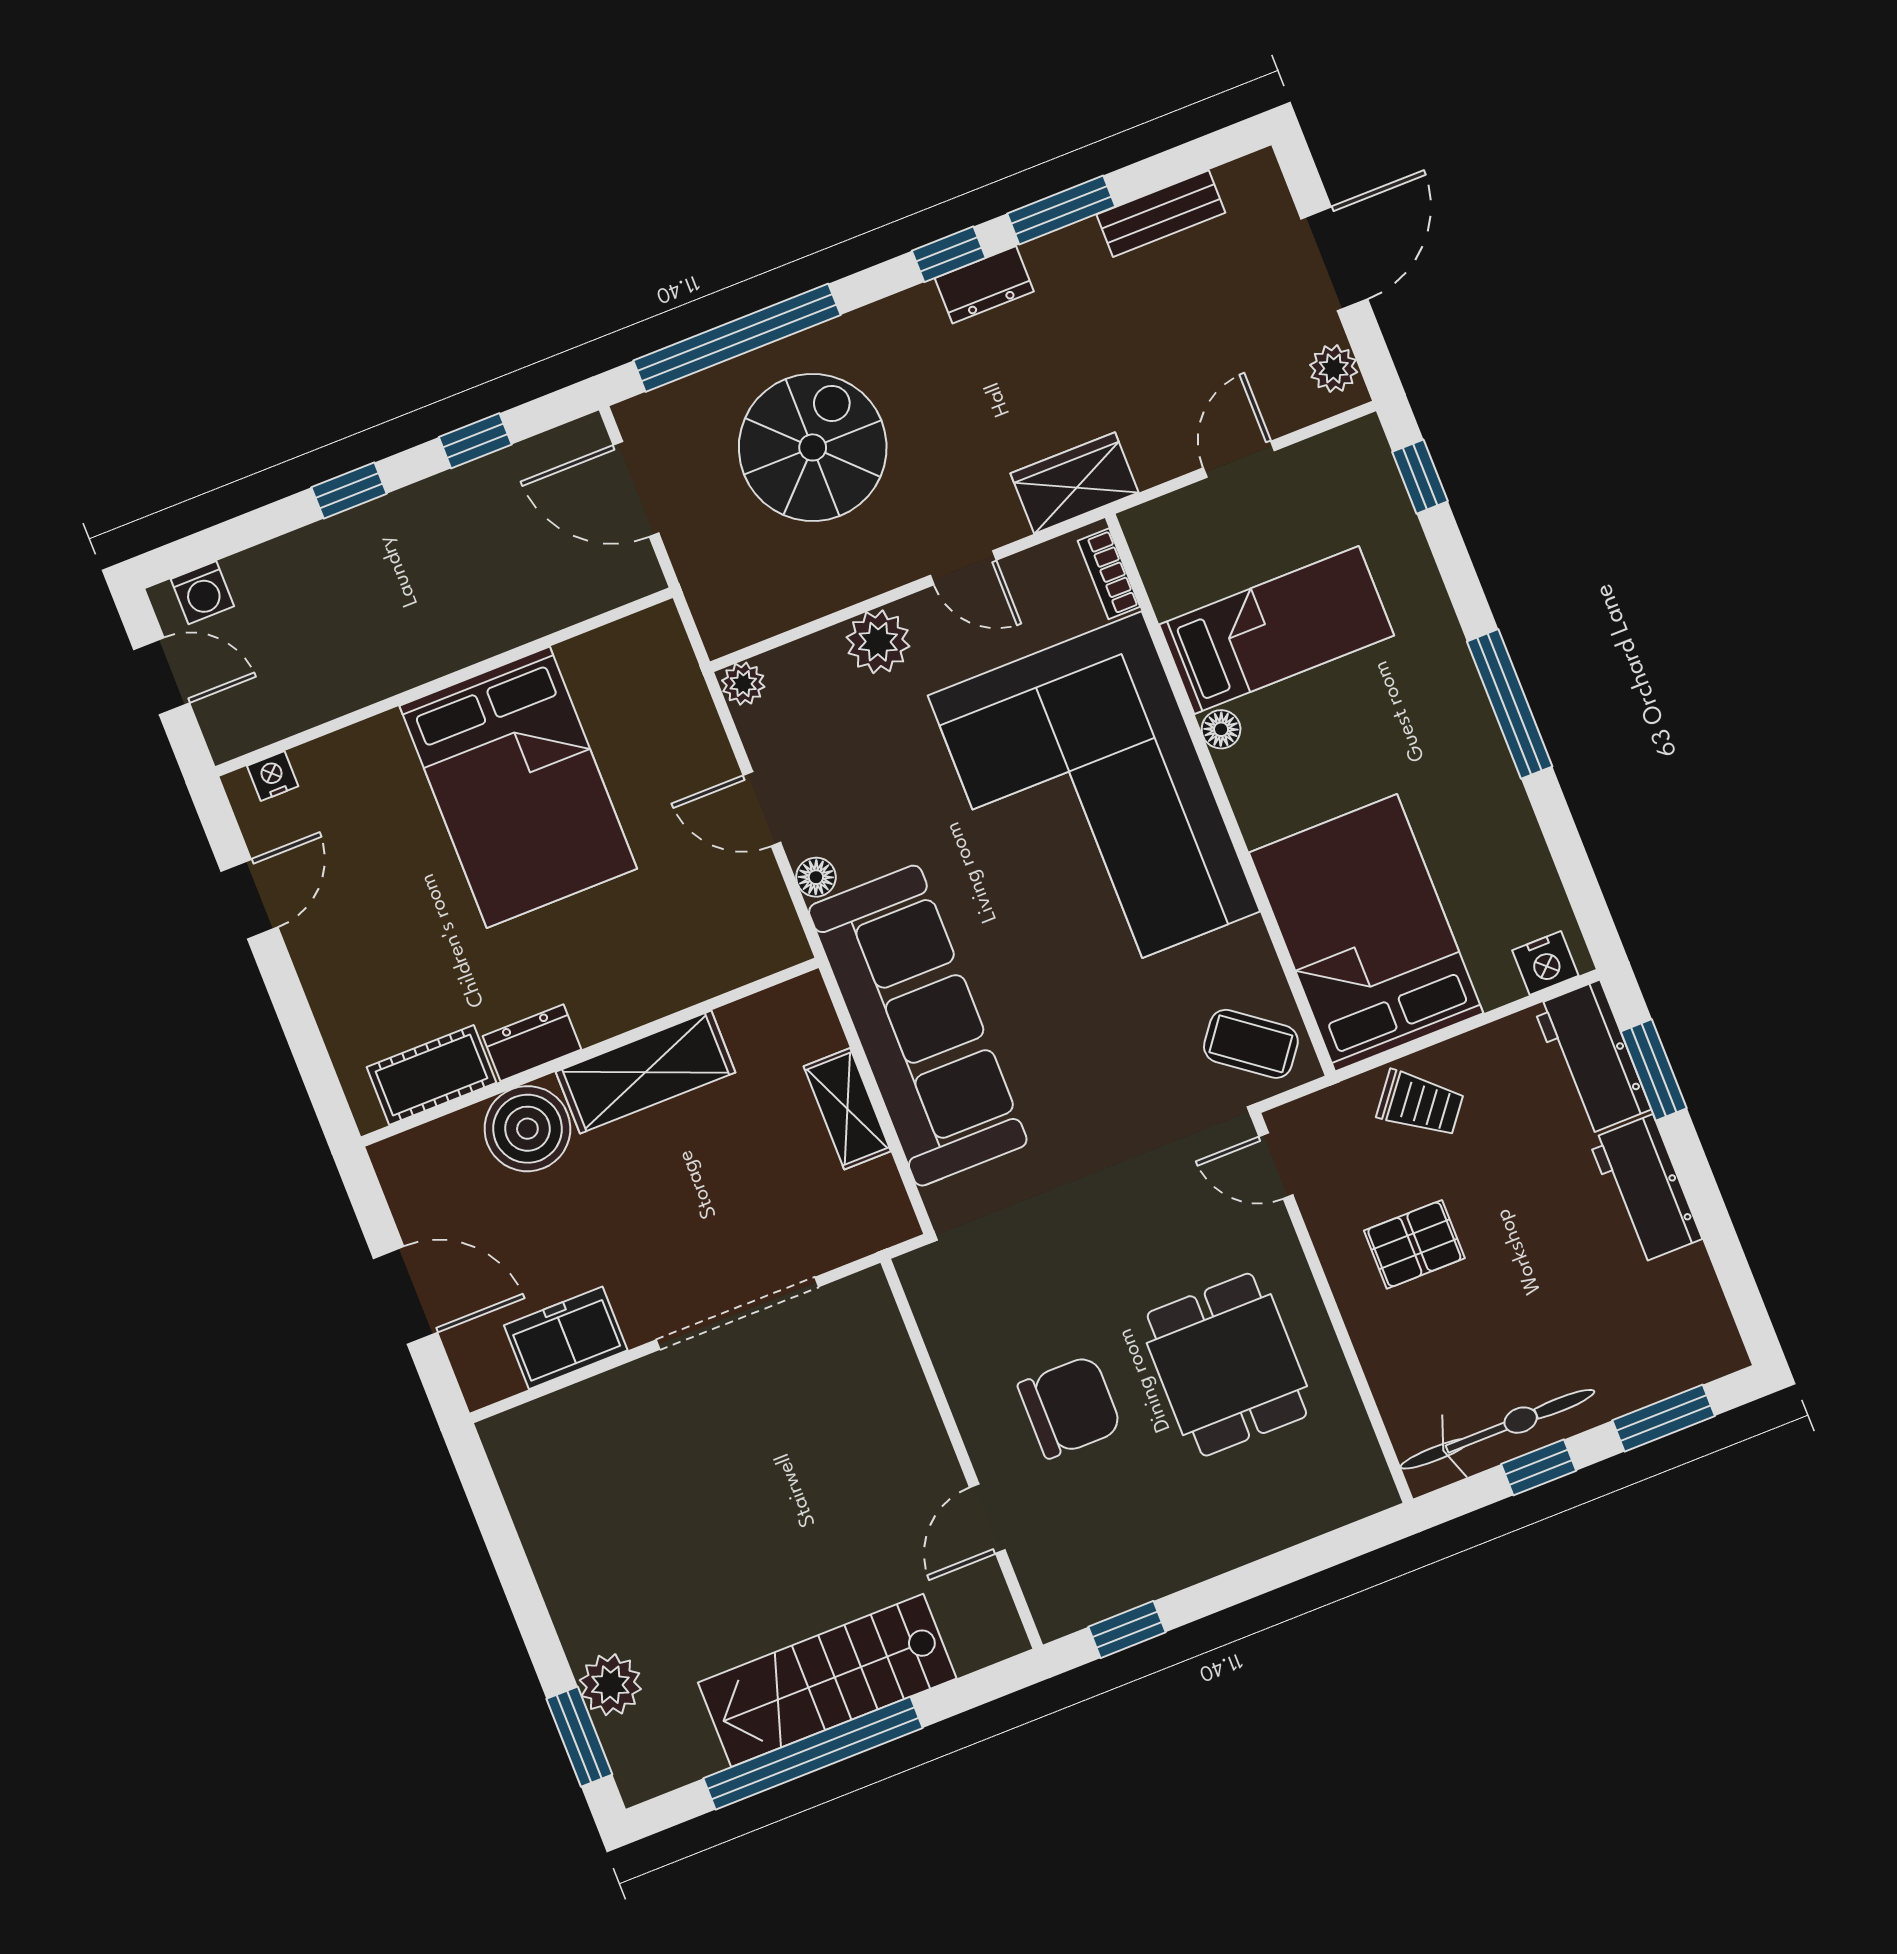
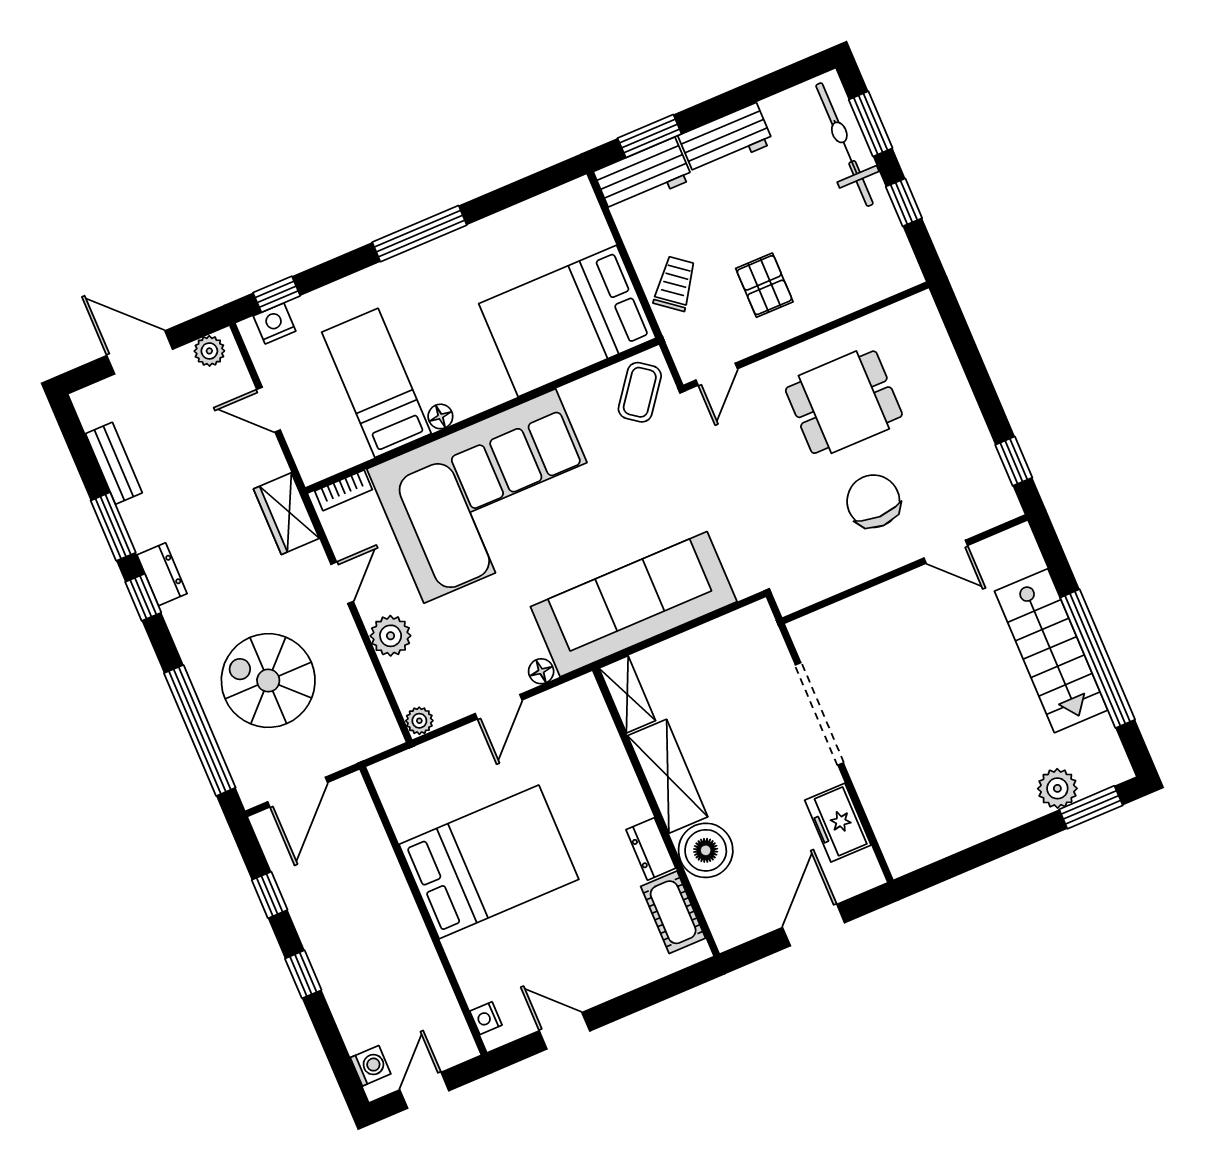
nightstand: (1545, 963) -> (275, 323), moved, turned -90
shelving: (847, 1109) -> (627, 694), moved, turned 90
bicycle: (1497, 1429) -> (844, 145), moved

